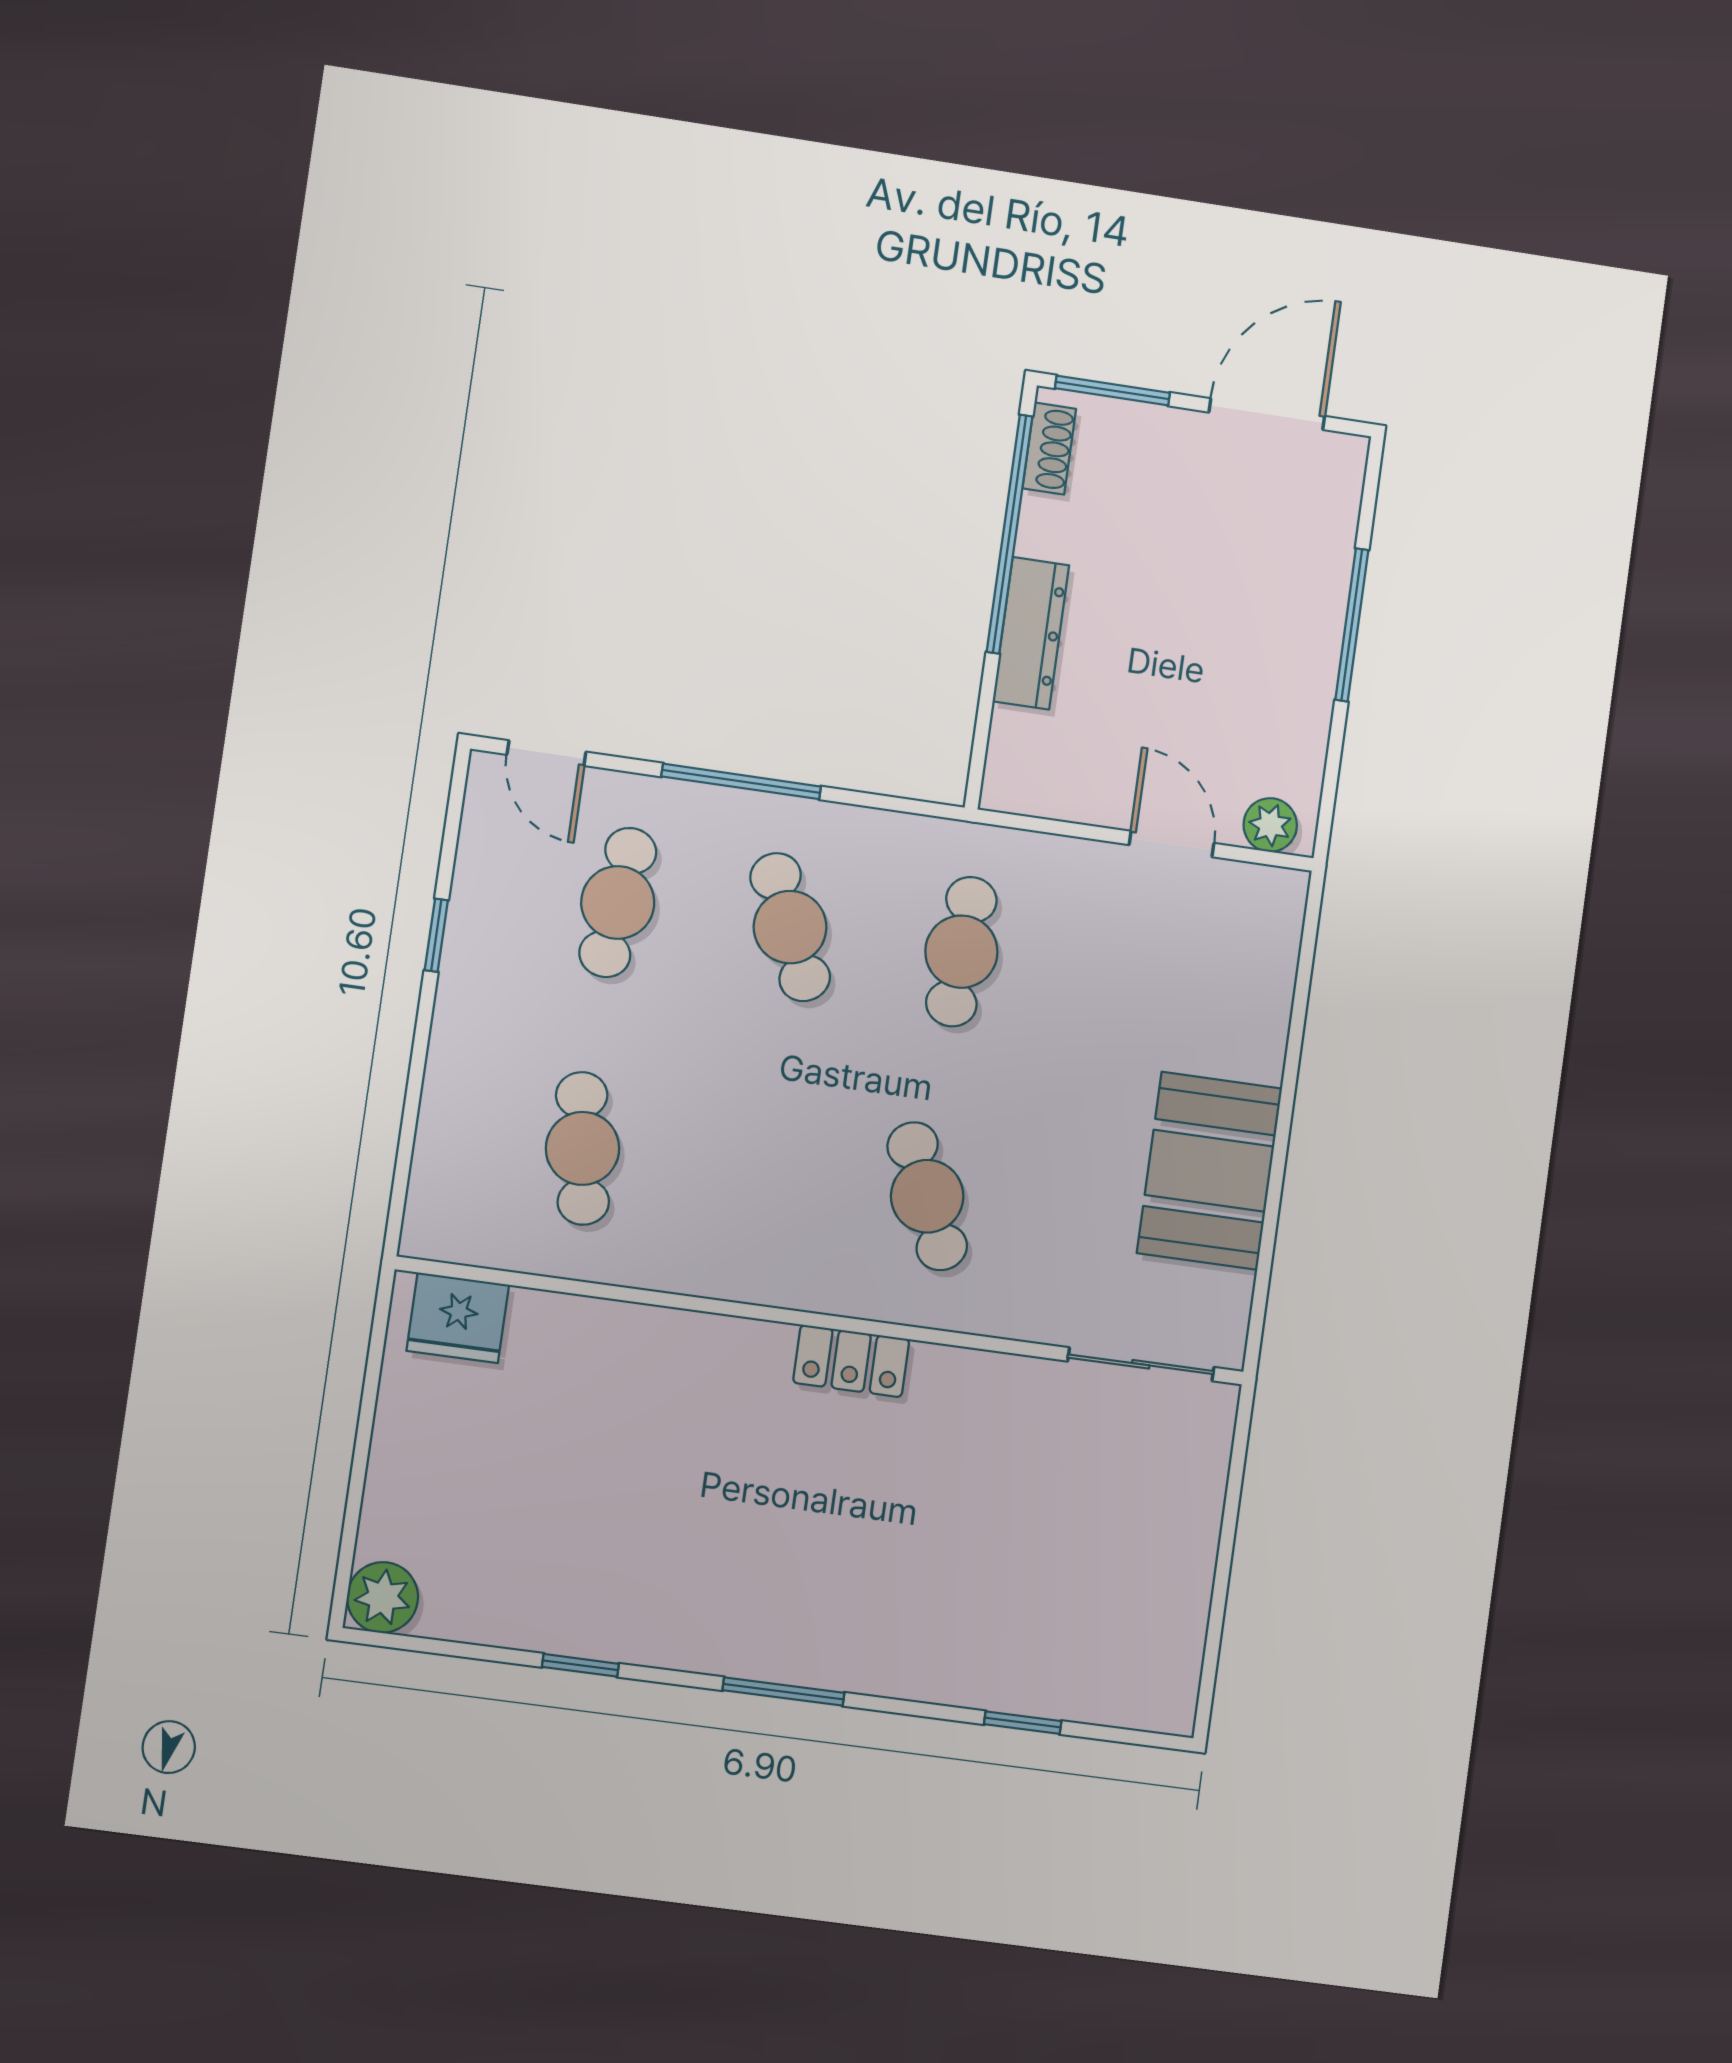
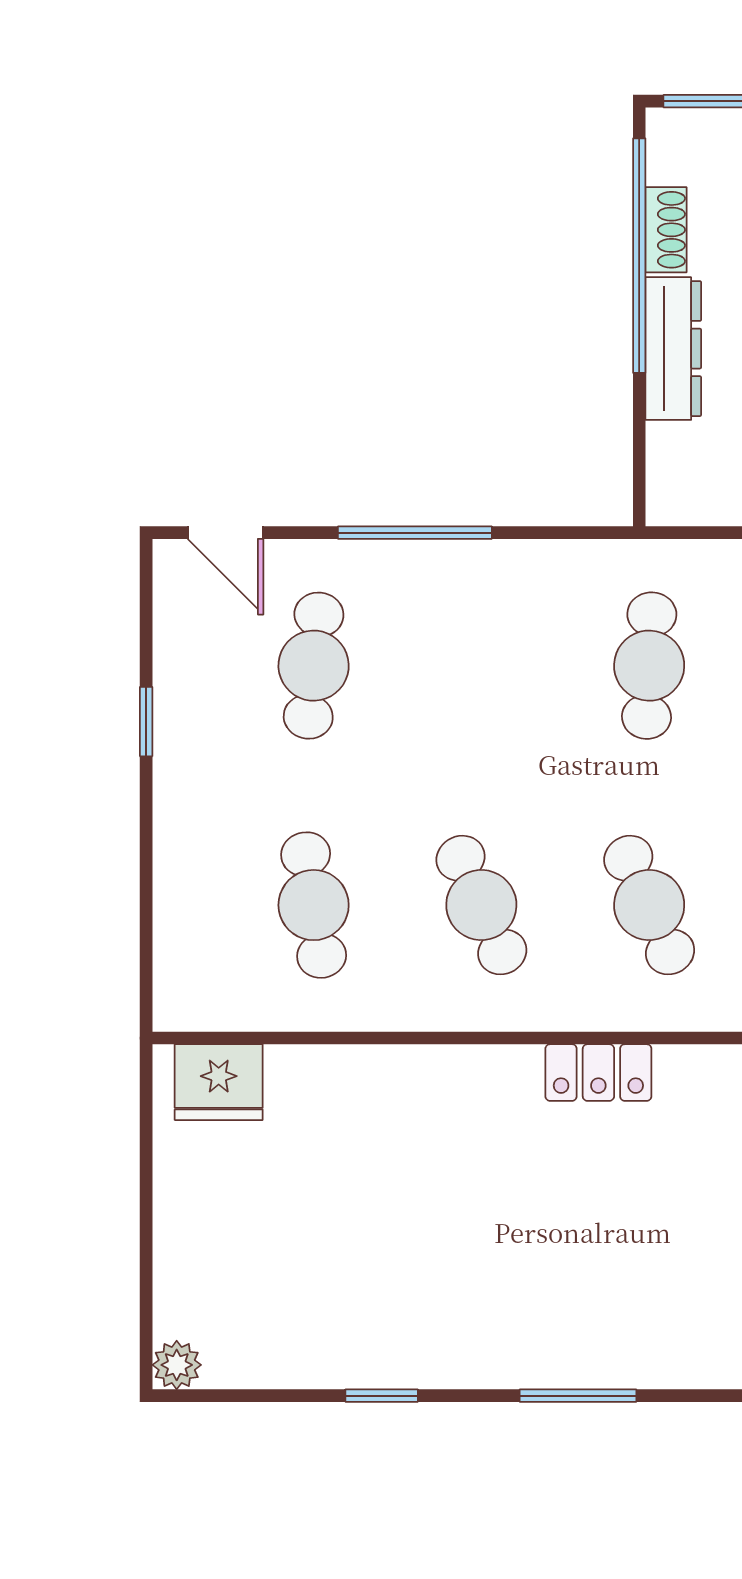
shoe rack: (1049, 449) -> (666, 230), moved
cafe table: (790, 927) -> (481, 905), moved
plant: (383, 1597) -> (177, 1365), width x0.73, depth x0.73

